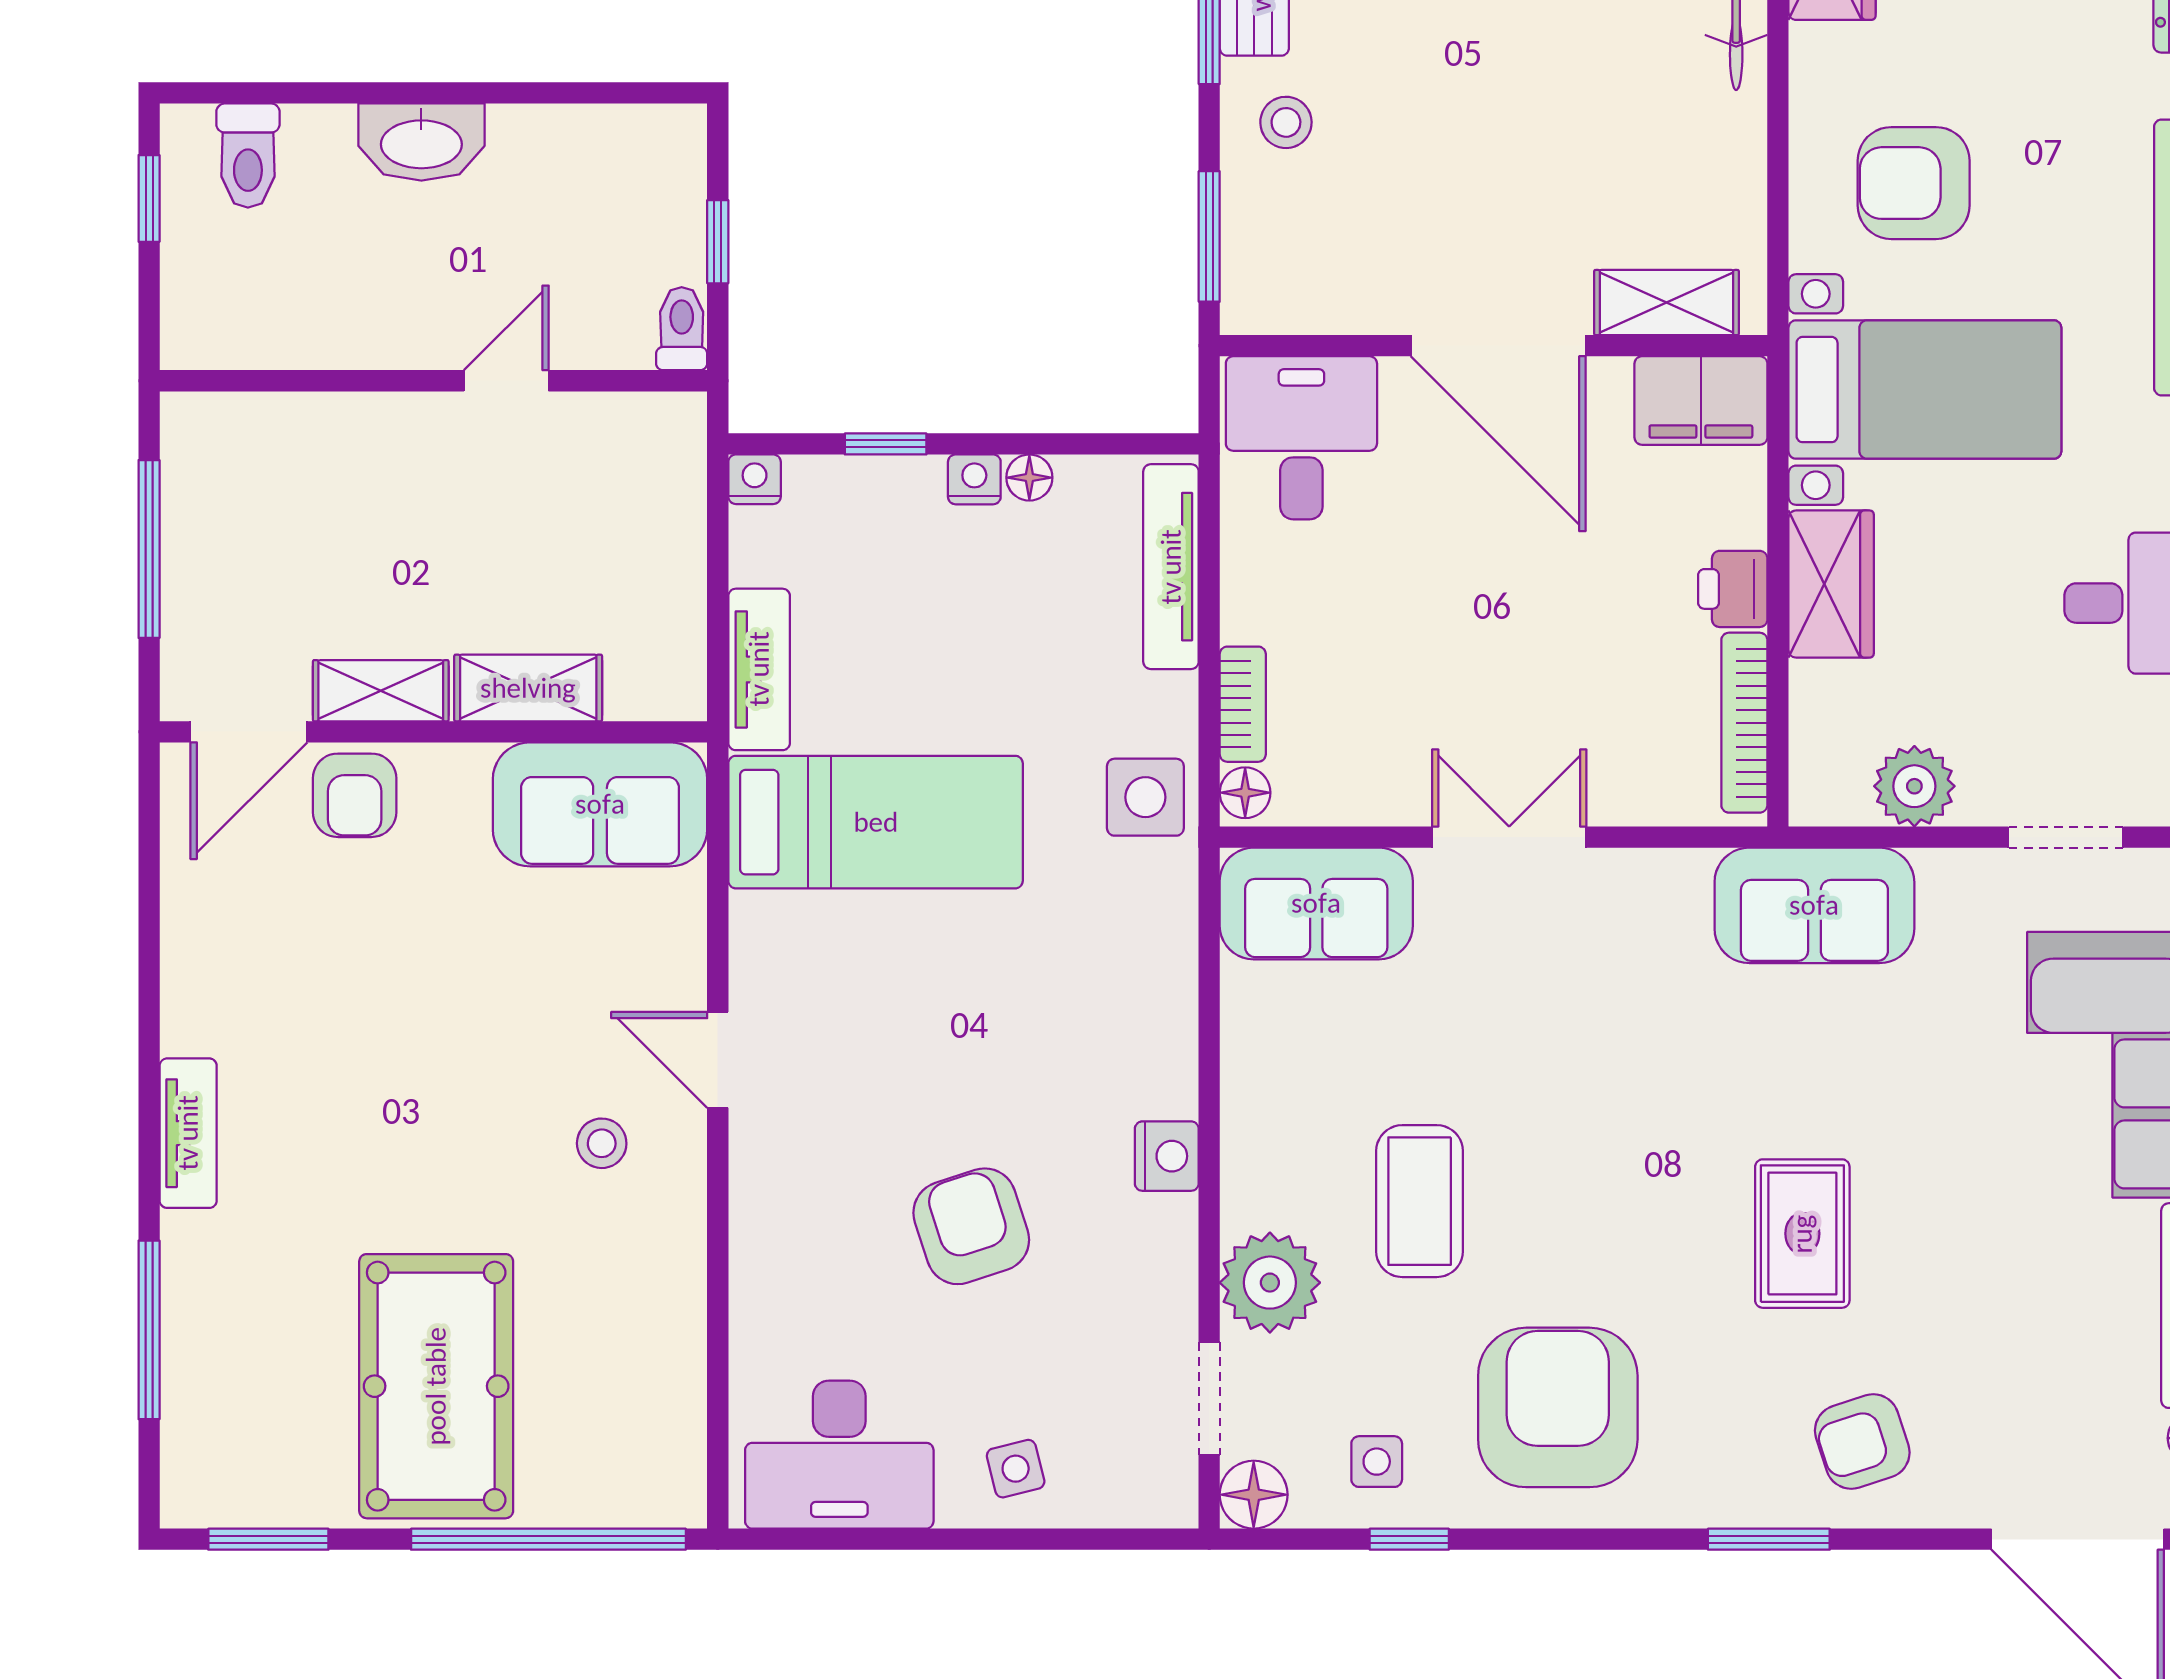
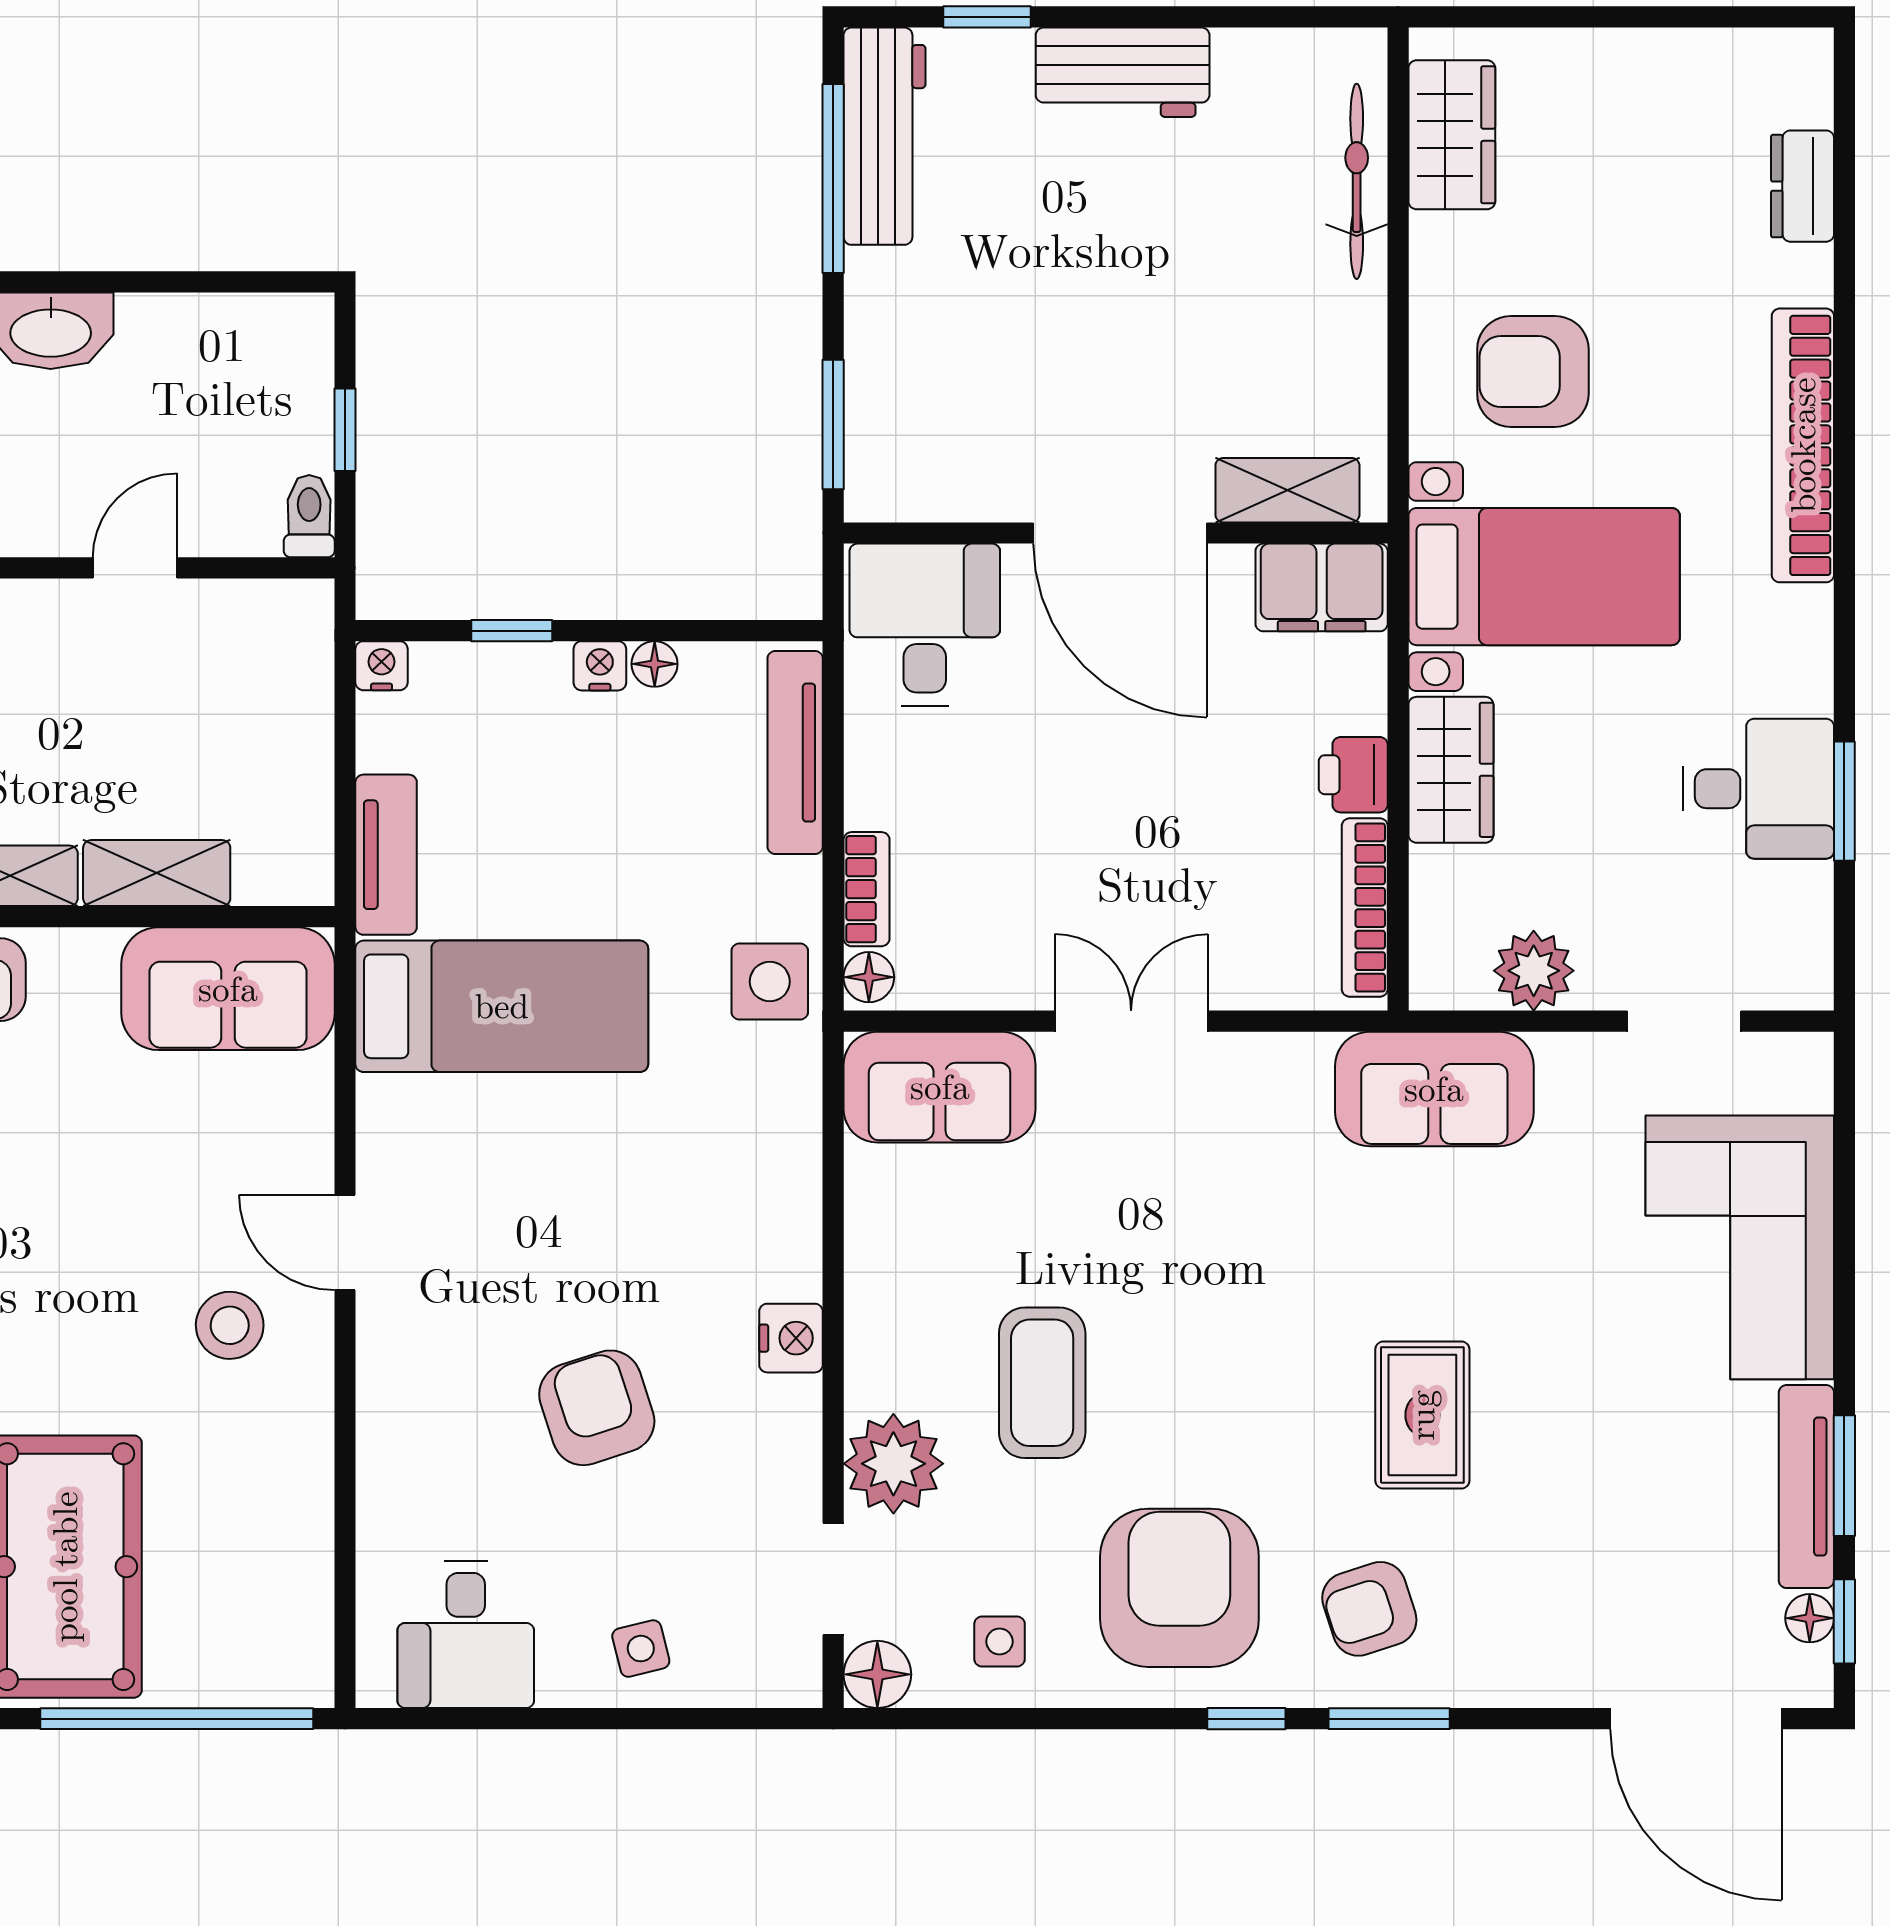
stool: (1286, 122) -> (909, 311), removed
stool: (602, 1143) -> (230, 1325), width x1.37, depth x1.37
armchair: (1862, 1442) -> (1369, 1609), moved
desk: (839, 1455) -> (466, 1635), width x0.73
window: (1409, 1539) -> (1246, 1719), moved

